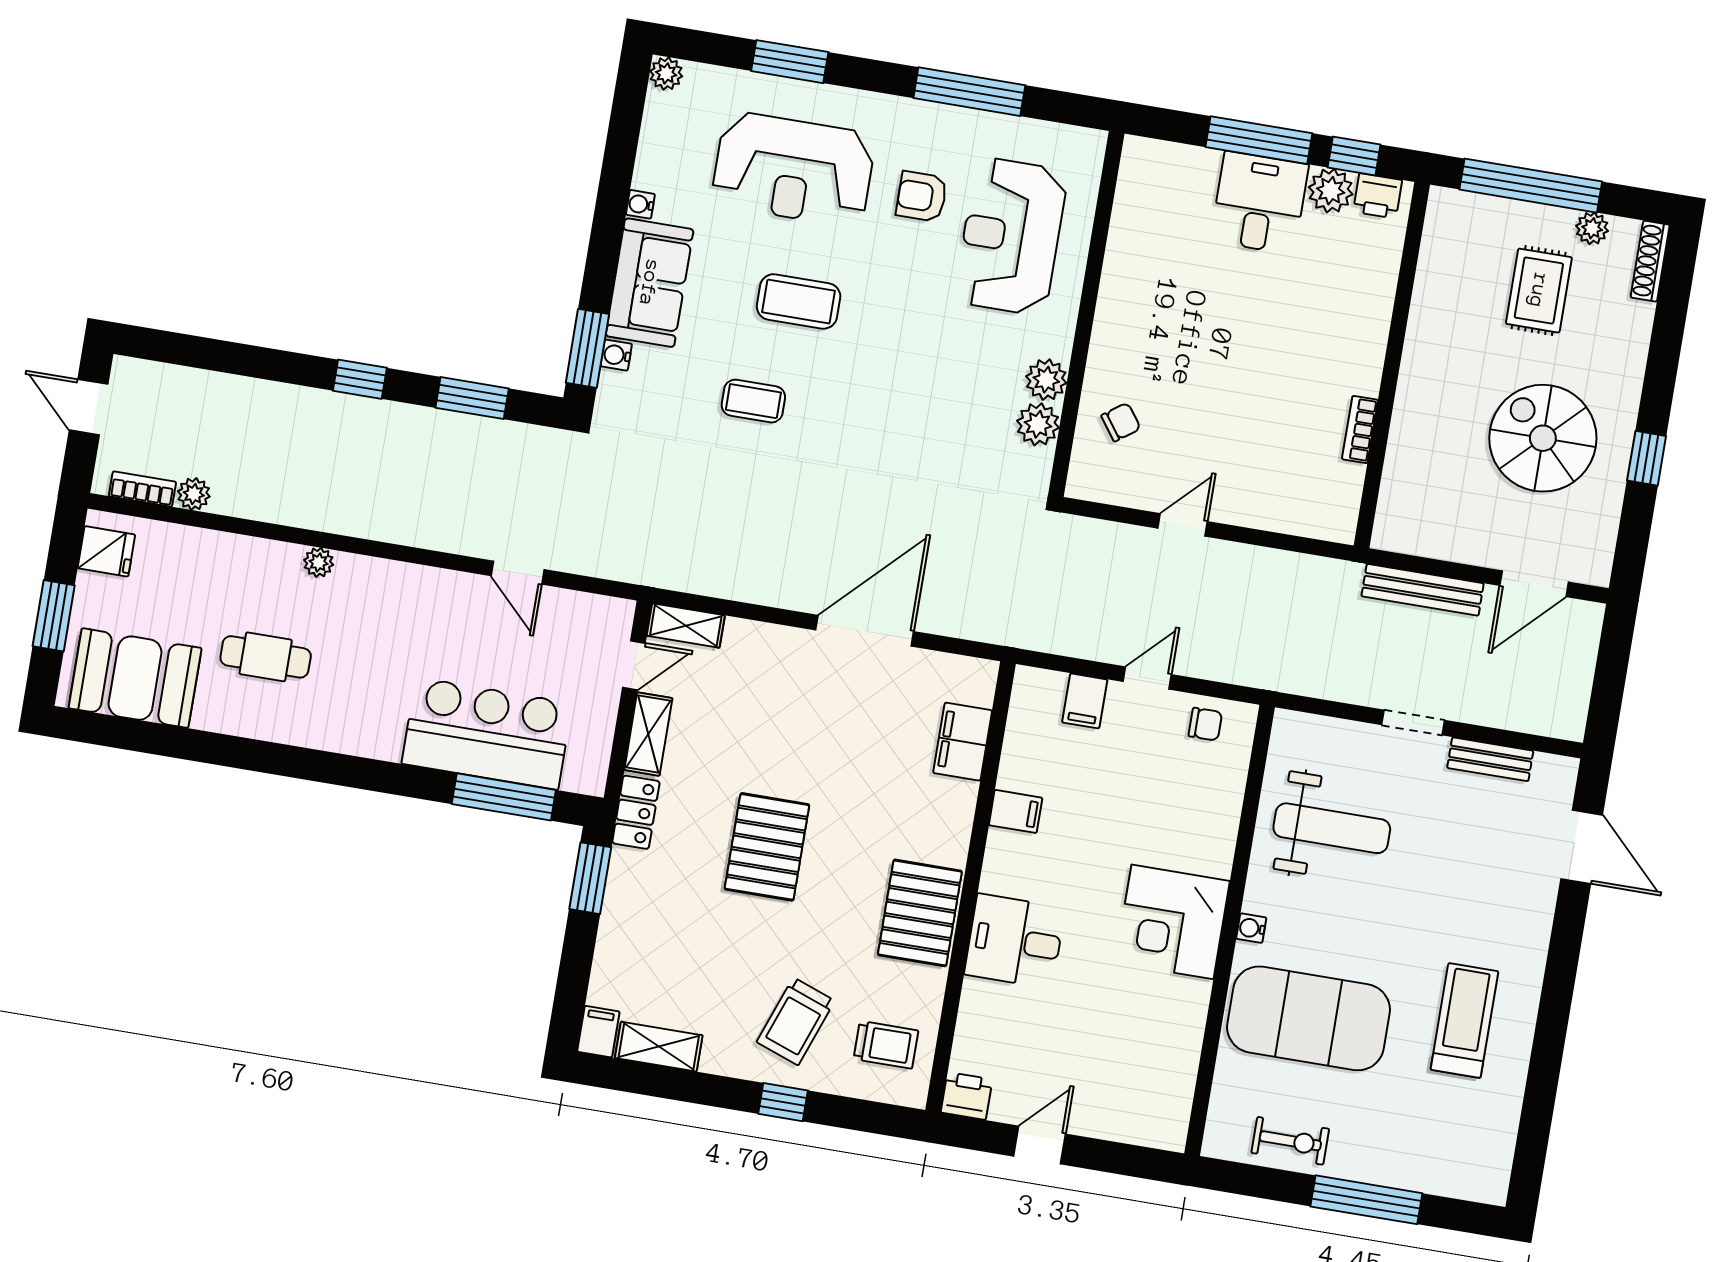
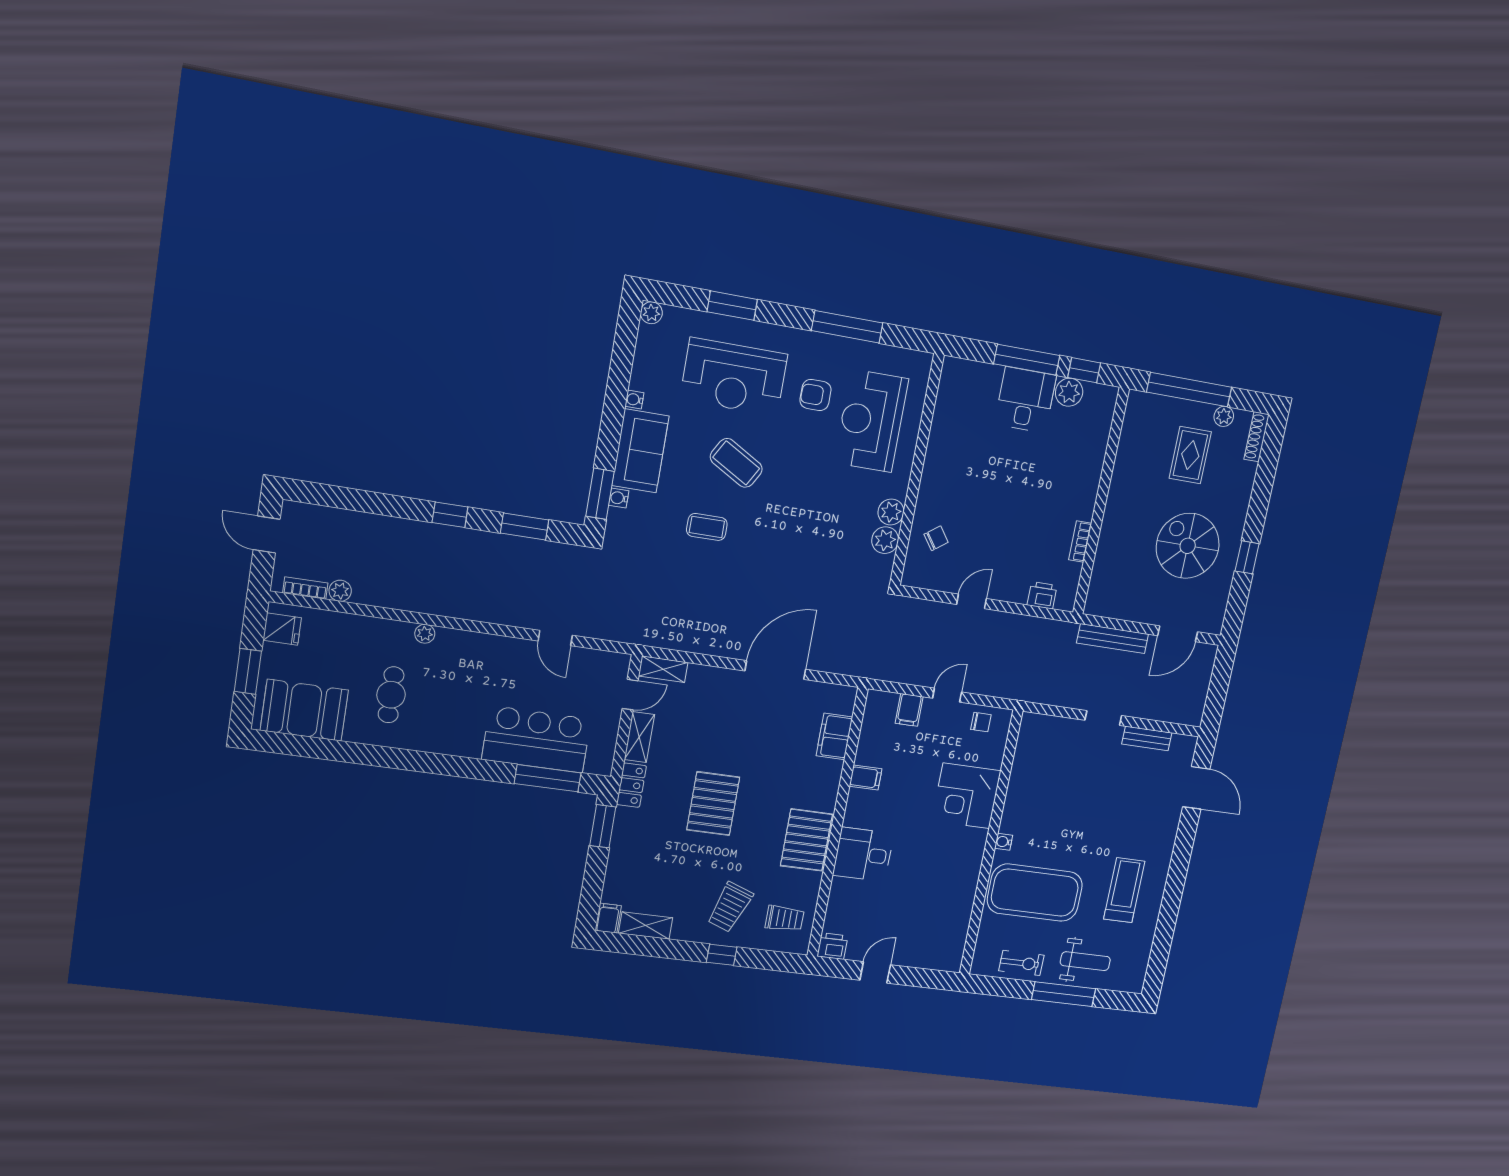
printer: (1378, 196) -> (1042, 595), moved, turned 180
coffee table: (799, 301) -> (736, 463), turned 30
cafe table: (266, 657) -> (391, 695), turned 90
weight bench: (1332, 828) -> (1085, 961), moved, width x0.73, depth x0.75
corner desk: (1173, 922) -> (966, 796), moved

